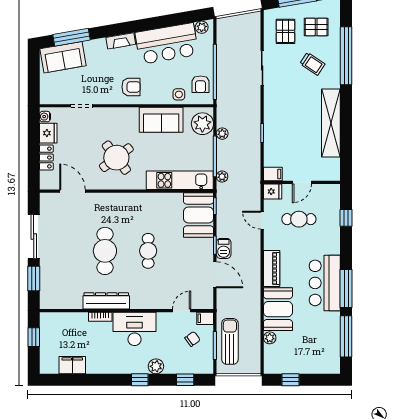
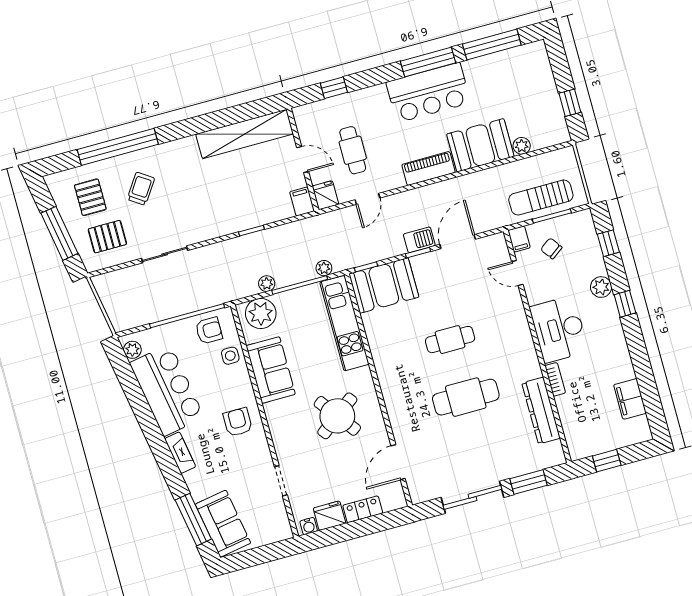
shelving: (331, 123) -> (245, 134), moved
dresser: (106, 301) -> (541, 411), moved

